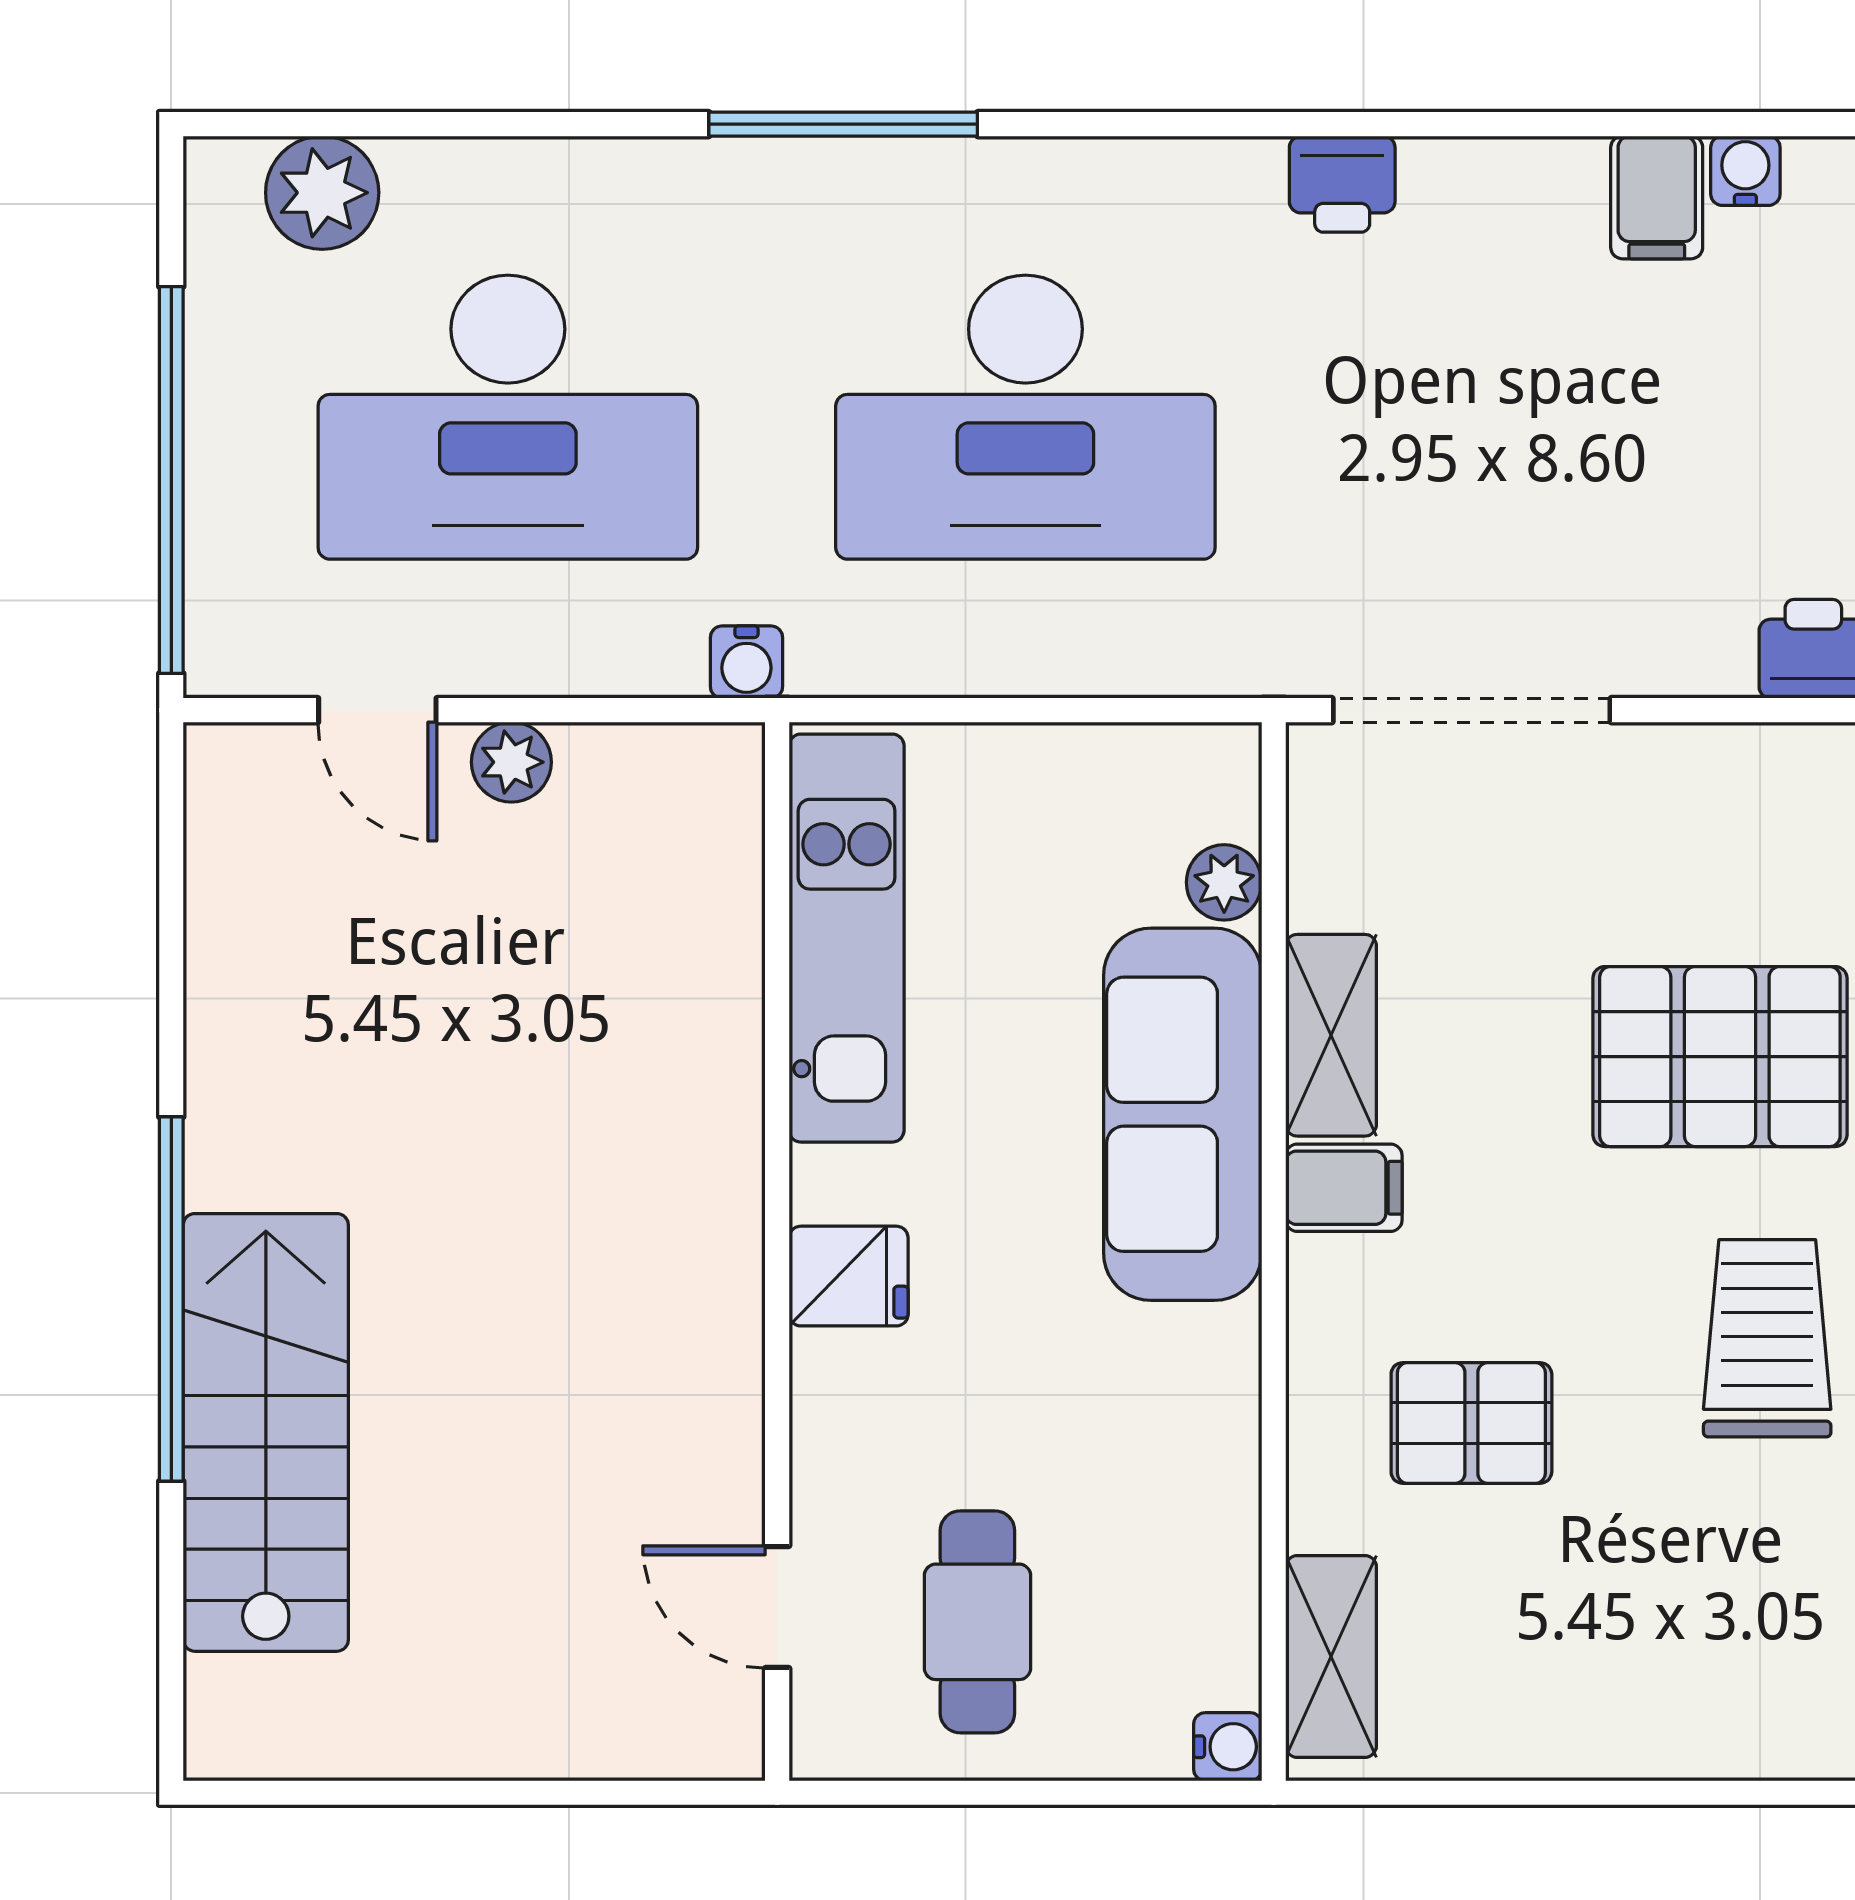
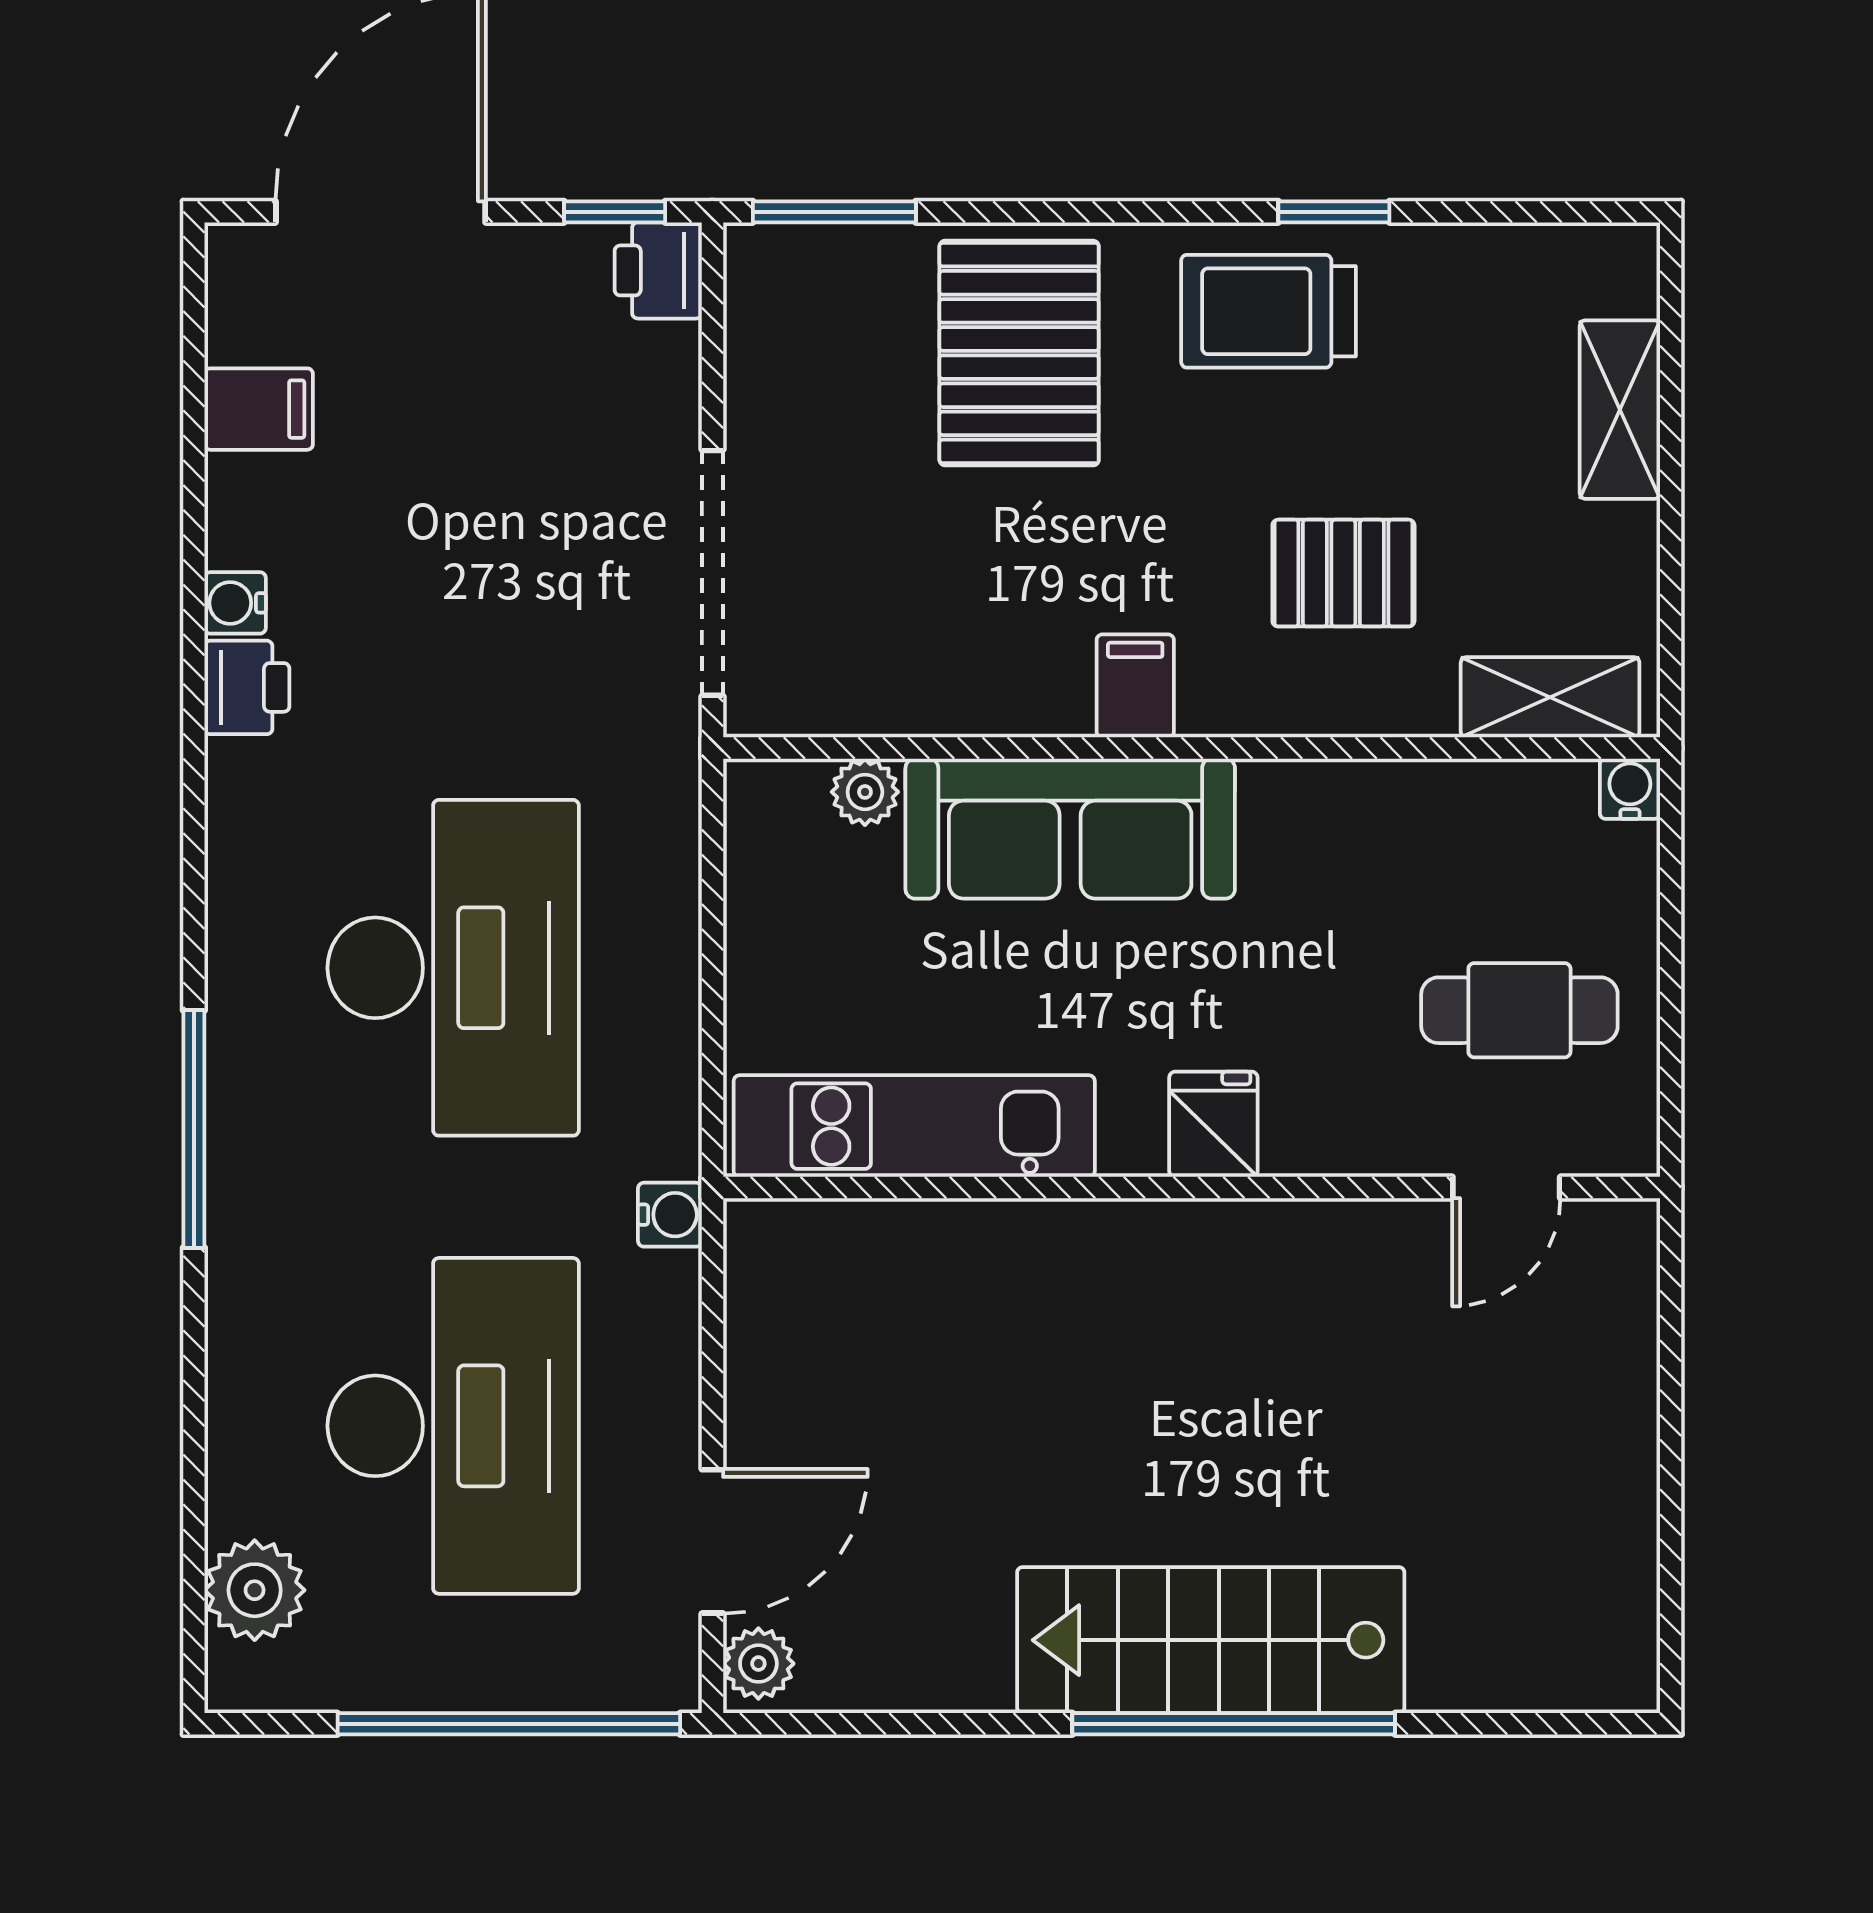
water cooler: (1745, 171) -> (235, 603), moved
door: (377, 710) -> (712, 1541), width x1.38
plant: (511, 762) -> (758, 1664), moved
shelving: (1331, 1035) -> (1620, 410), moved, turned 90
pallet: (1471, 1423) -> (1343, 573), turned 90
stairs: (266, 1432) -> (1211, 1640), moved

